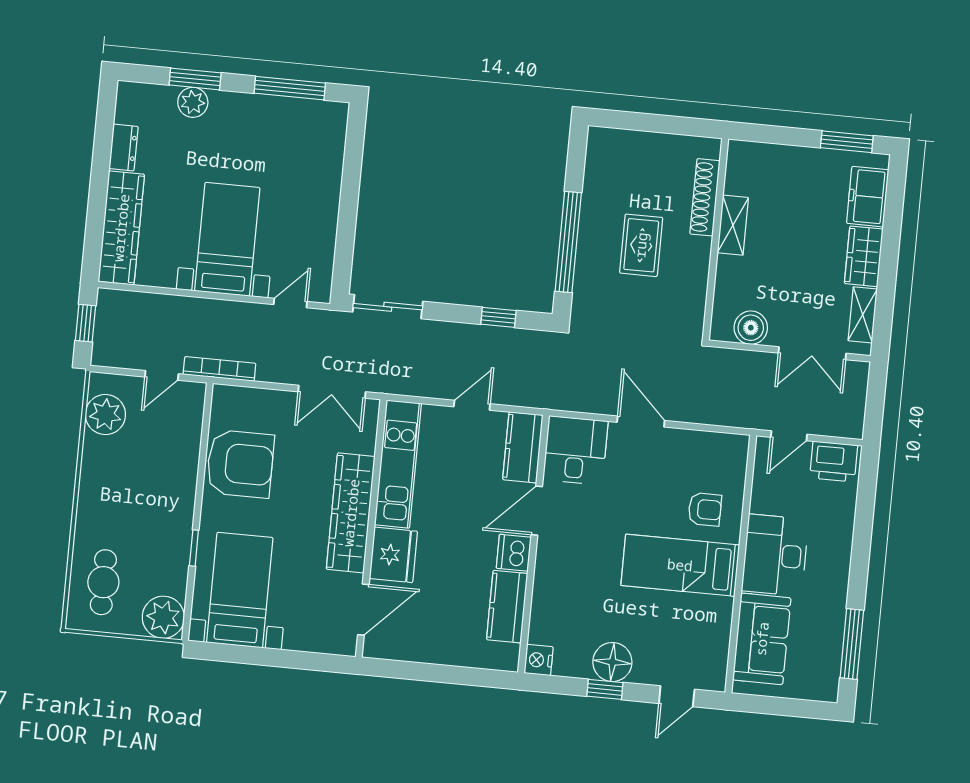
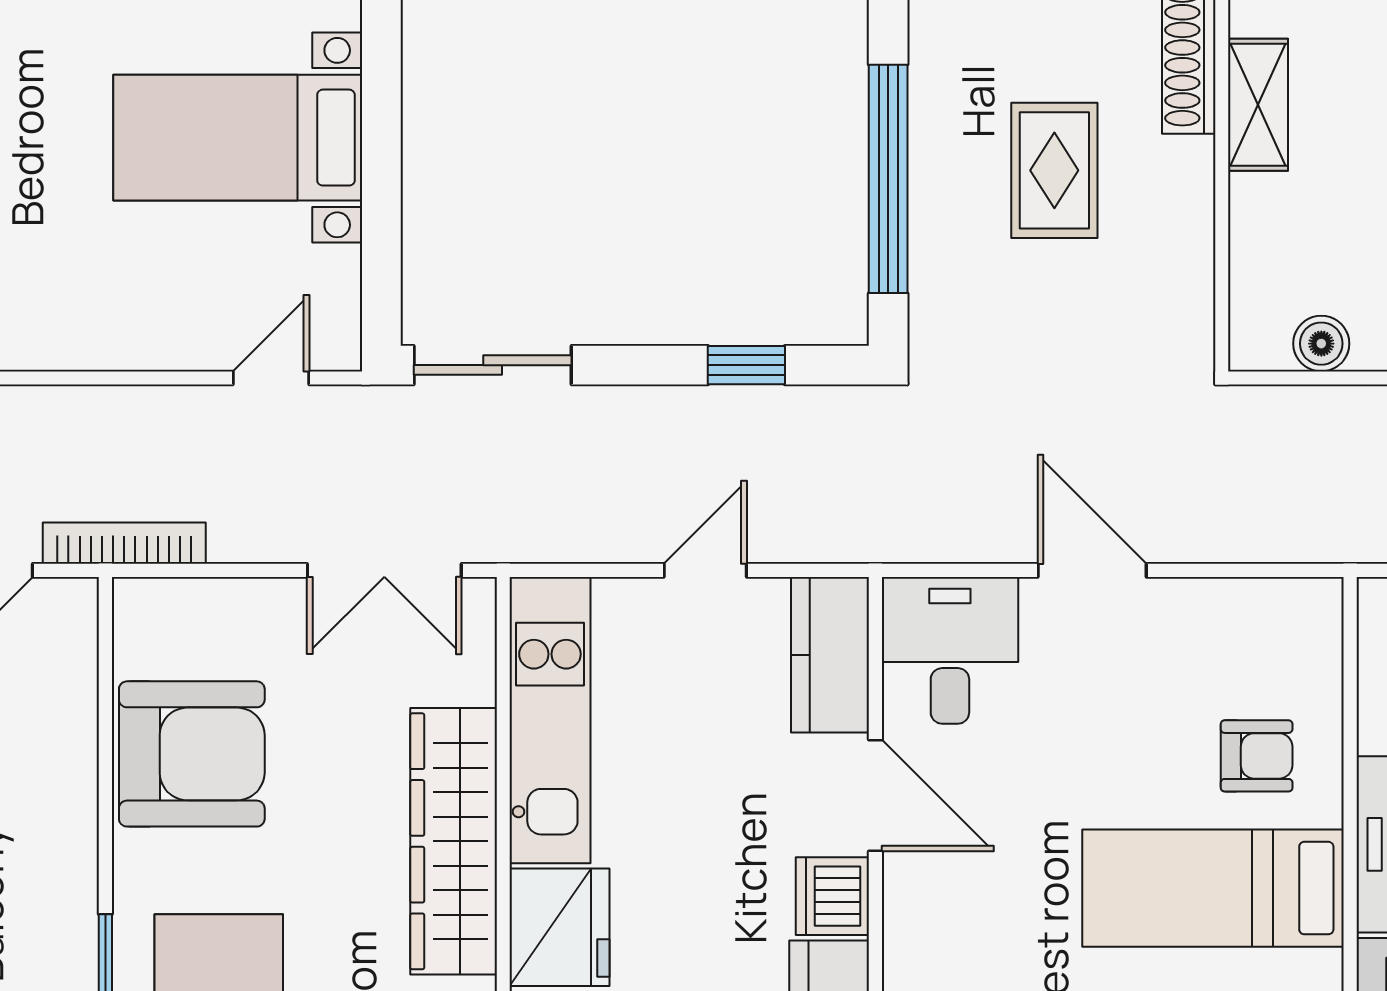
bed with nightstands: (227, 239) -> (238, 138), moved, turned -90
boiler: (751, 328) -> (1321, 344), width x0.73, depth x0.73
door: (537, 511) -> (875, 796), swing flipped

